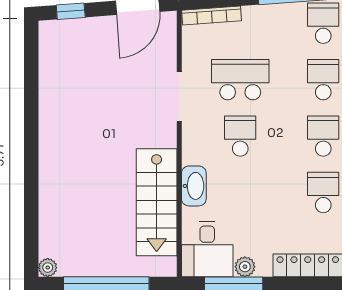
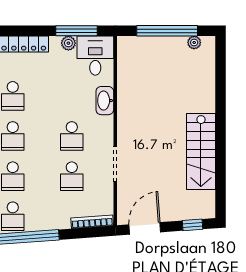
school desk: (240, 80) -> (72, 176), width x0.54
stairs: (157, 202) -> (201, 152), moved, turned 180
plant: (48, 268) -> (194, 43), moved

